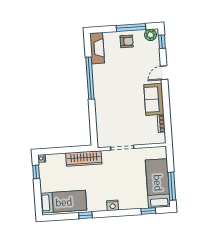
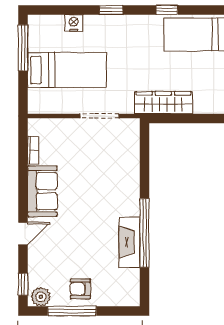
fireplace: (97, 48) -> (129, 242), moved
bed: (158, 183) -> (67, 70), moved, turned -90
nightstand: (113, 205) -> (74, 23), moved
window: (148, 211) -> (111, 10), moved

